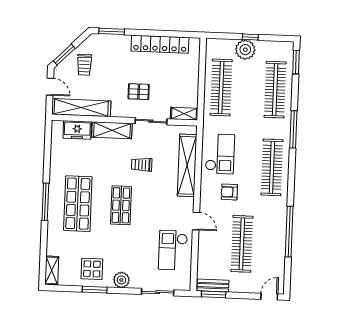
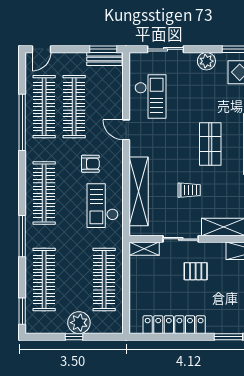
clothes rail: (269, 245) -> (44, 107), added

